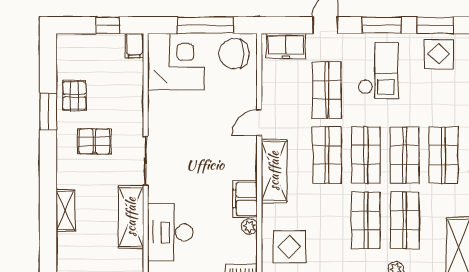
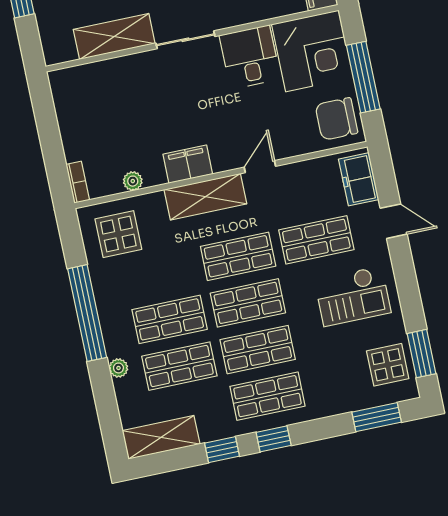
window: (382, 25) -> (408, 289), removed
chair: (234, 54) -> (336, 119), turned -90
door: (259, 123) -> (260, 167), hinge flipped
filing cabinet: (245, 199) -> (188, 164), moved
desk: (170, 232) -> (250, 57), moved, width x0.73

